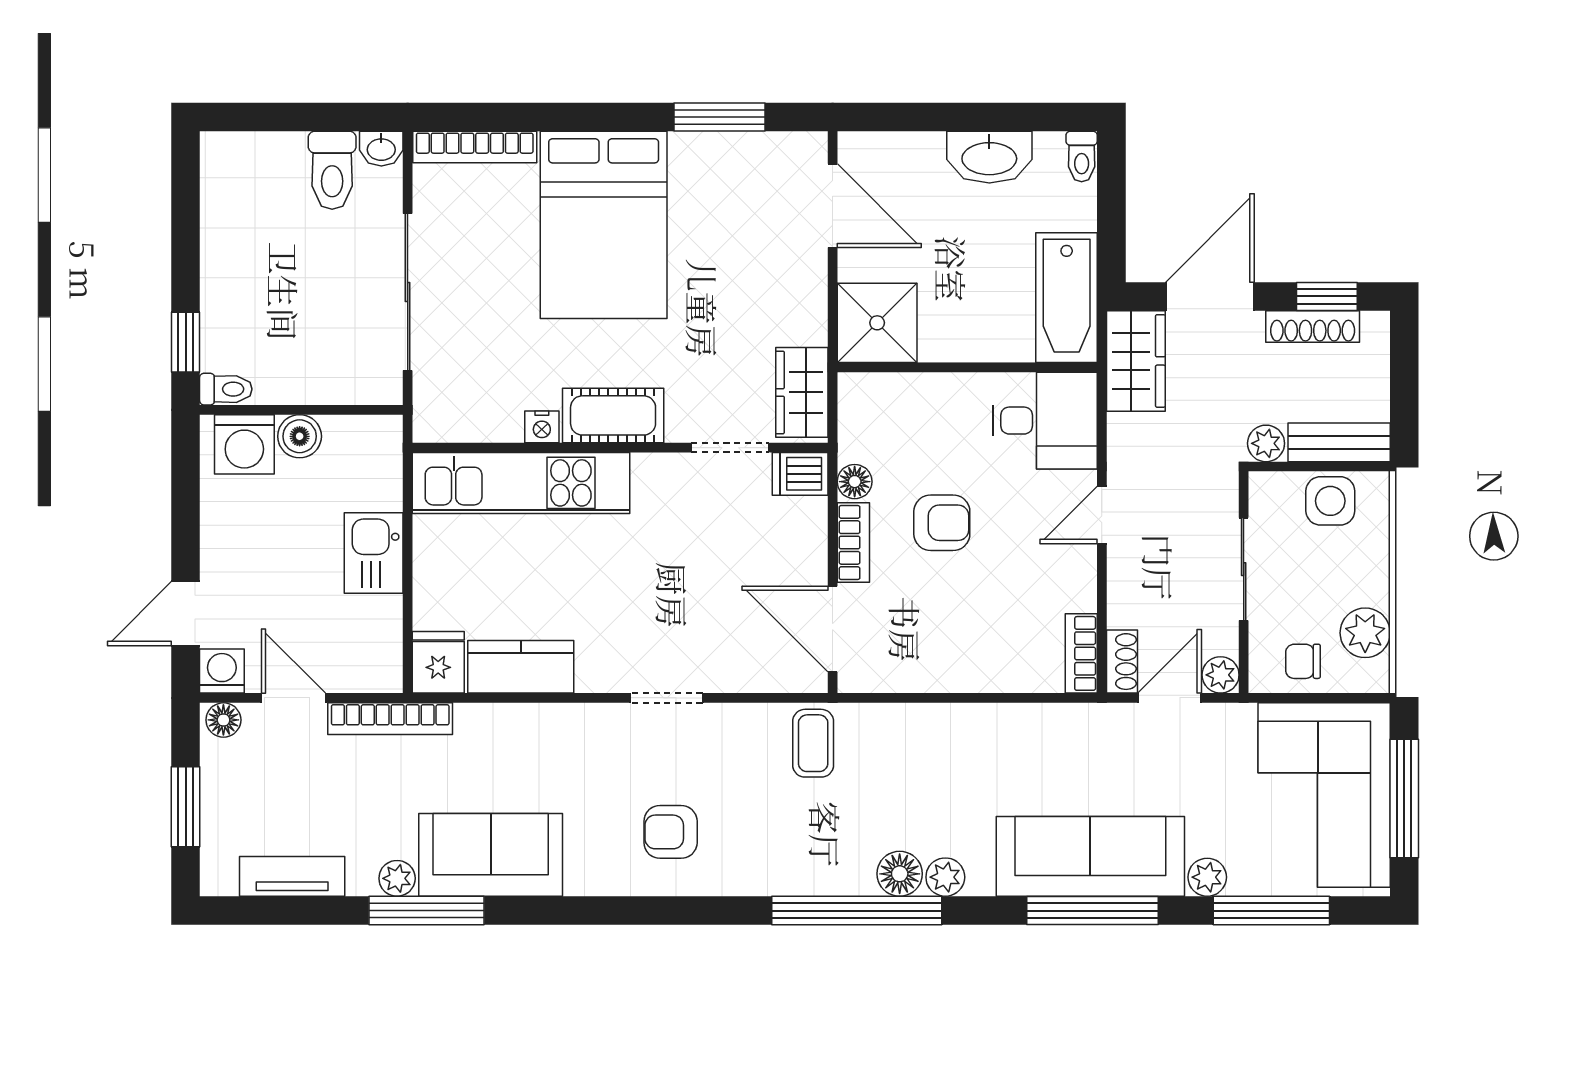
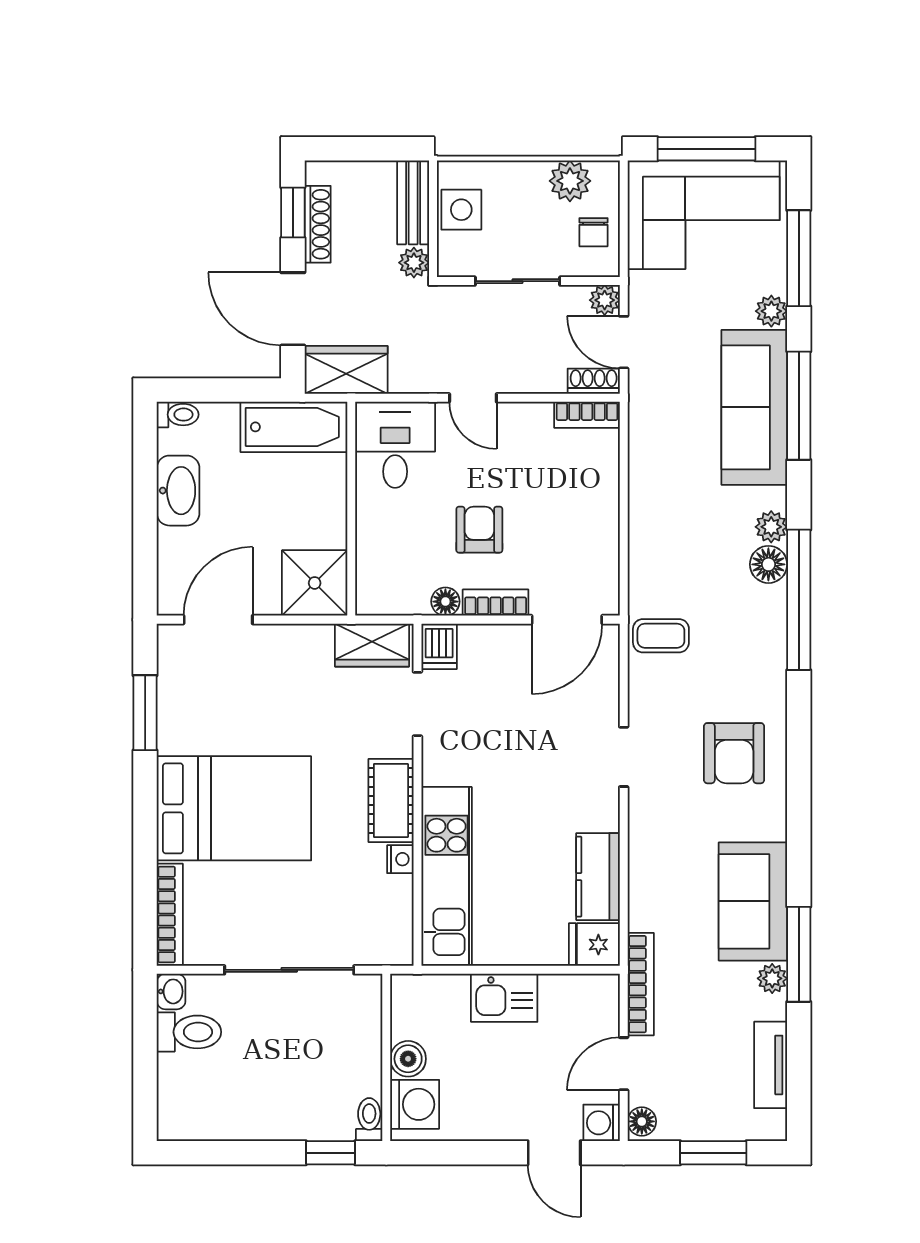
armchair: (671, 832) -> (734, 753), width x1.38, depth x1.38

